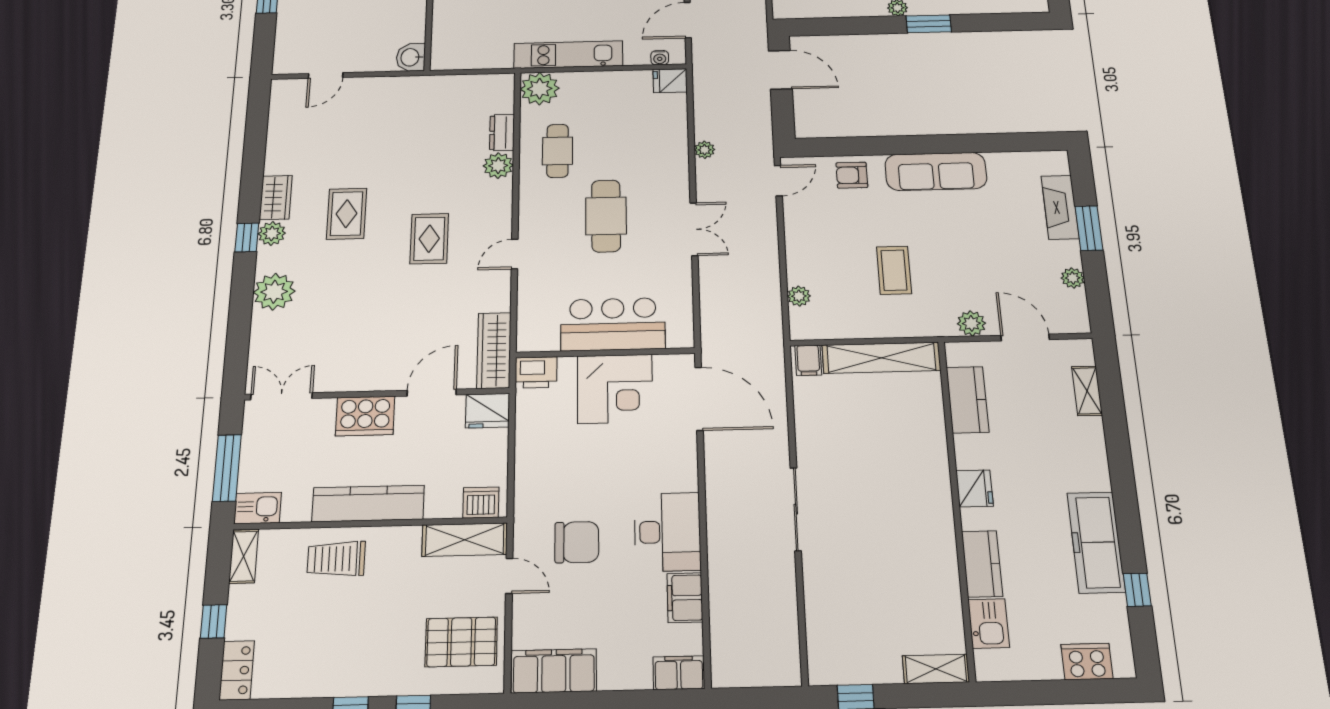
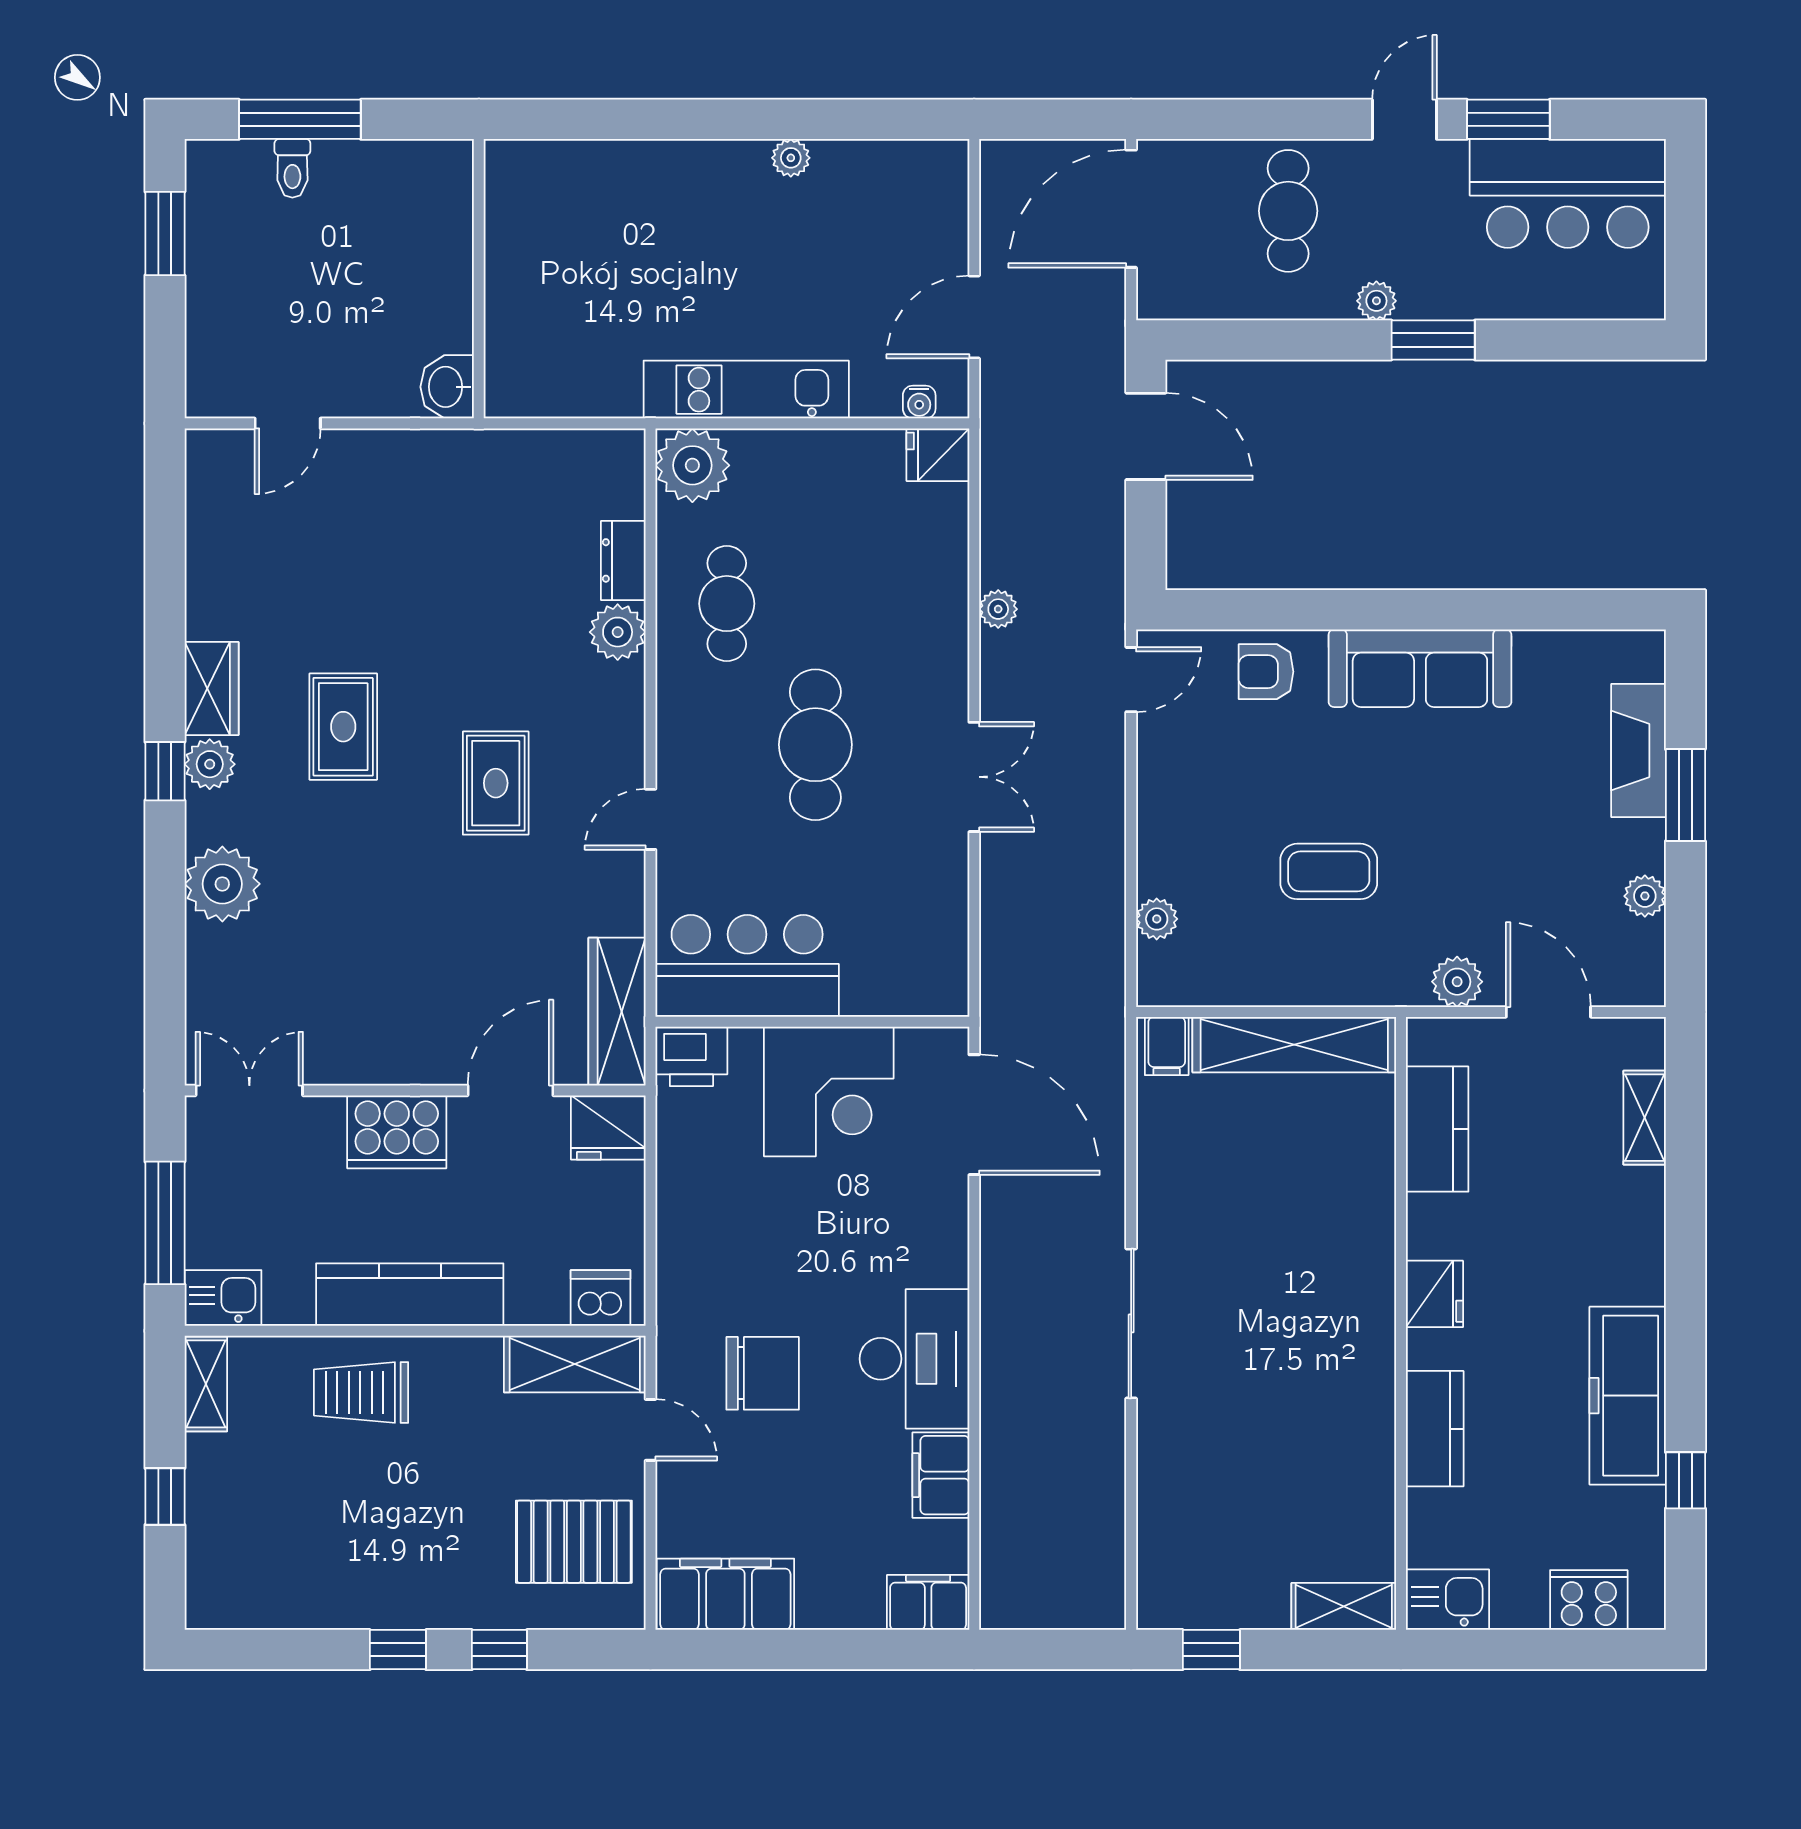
coffee table: (894, 270) -> (1329, 871), turned 90
bar counter: (613, 324) -> (747, 966), moved
kitchen sink: (989, 623) -> (1447, 1600), moved, turned -90
locker: (237, 670) -> (210, 1580), removed

